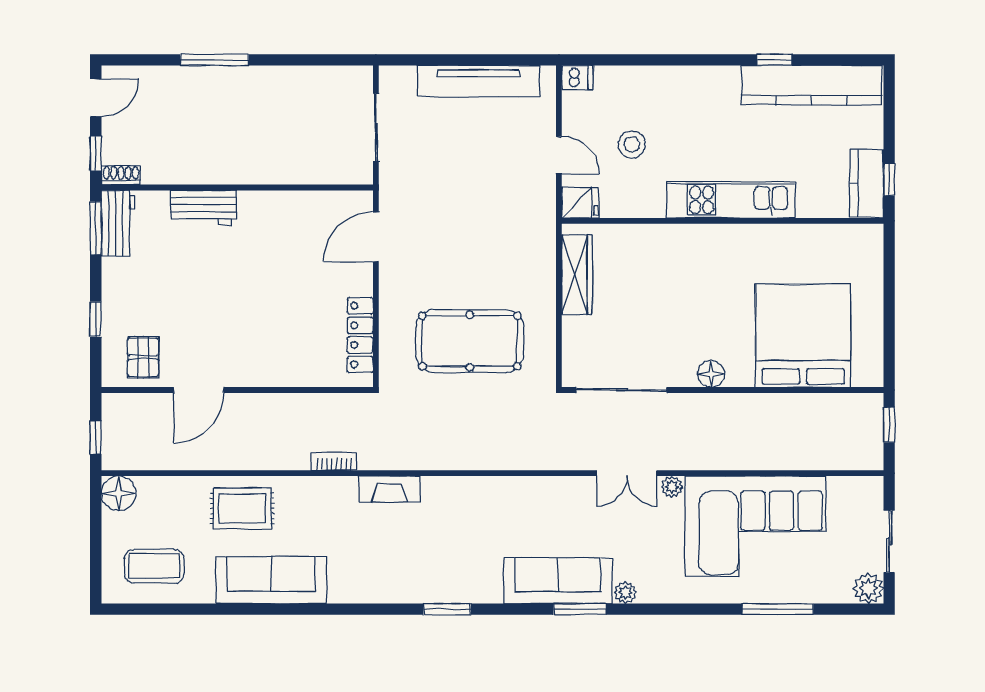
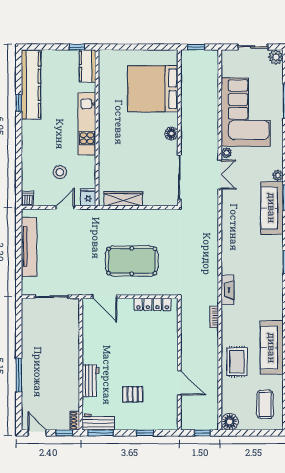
kitchen counter: (867, 183) -> (87, 66), moved, turned 90
pool table: (470, 341) -> (132, 261), moved, turned 90
pallet: (143, 357) -> (133, 394), moved

